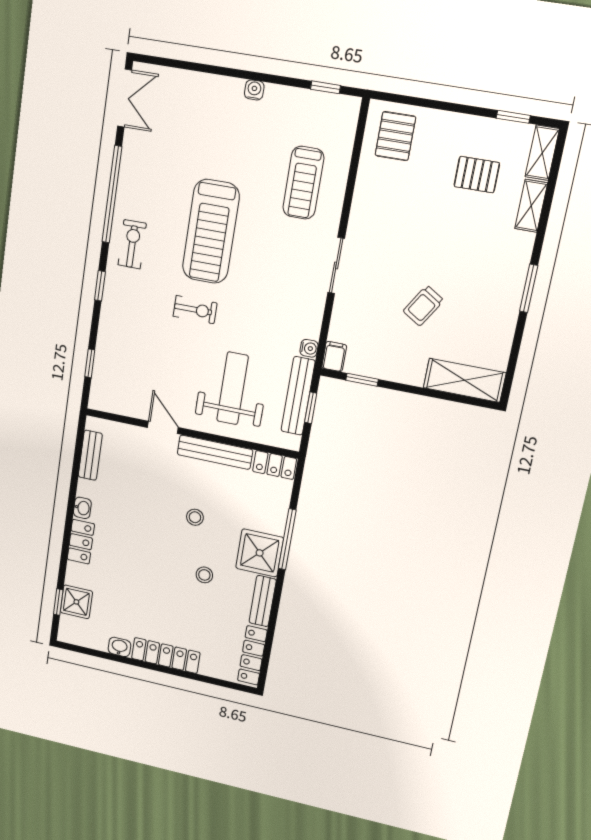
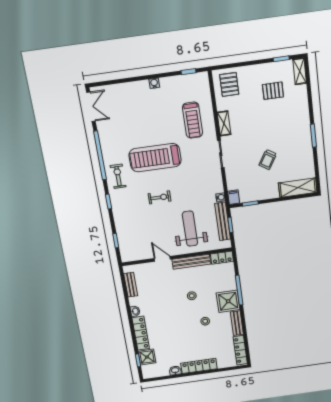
shelving: (531, 206) -> (224, 123), moved
treadmill: (211, 232) -> (155, 158), turned 90
locker: (81, 542) -> (141, 333), width x1.53

